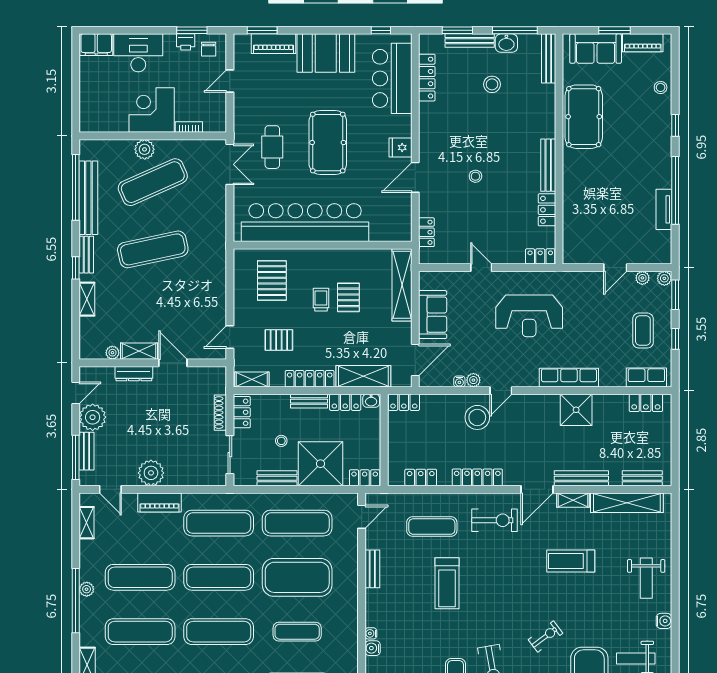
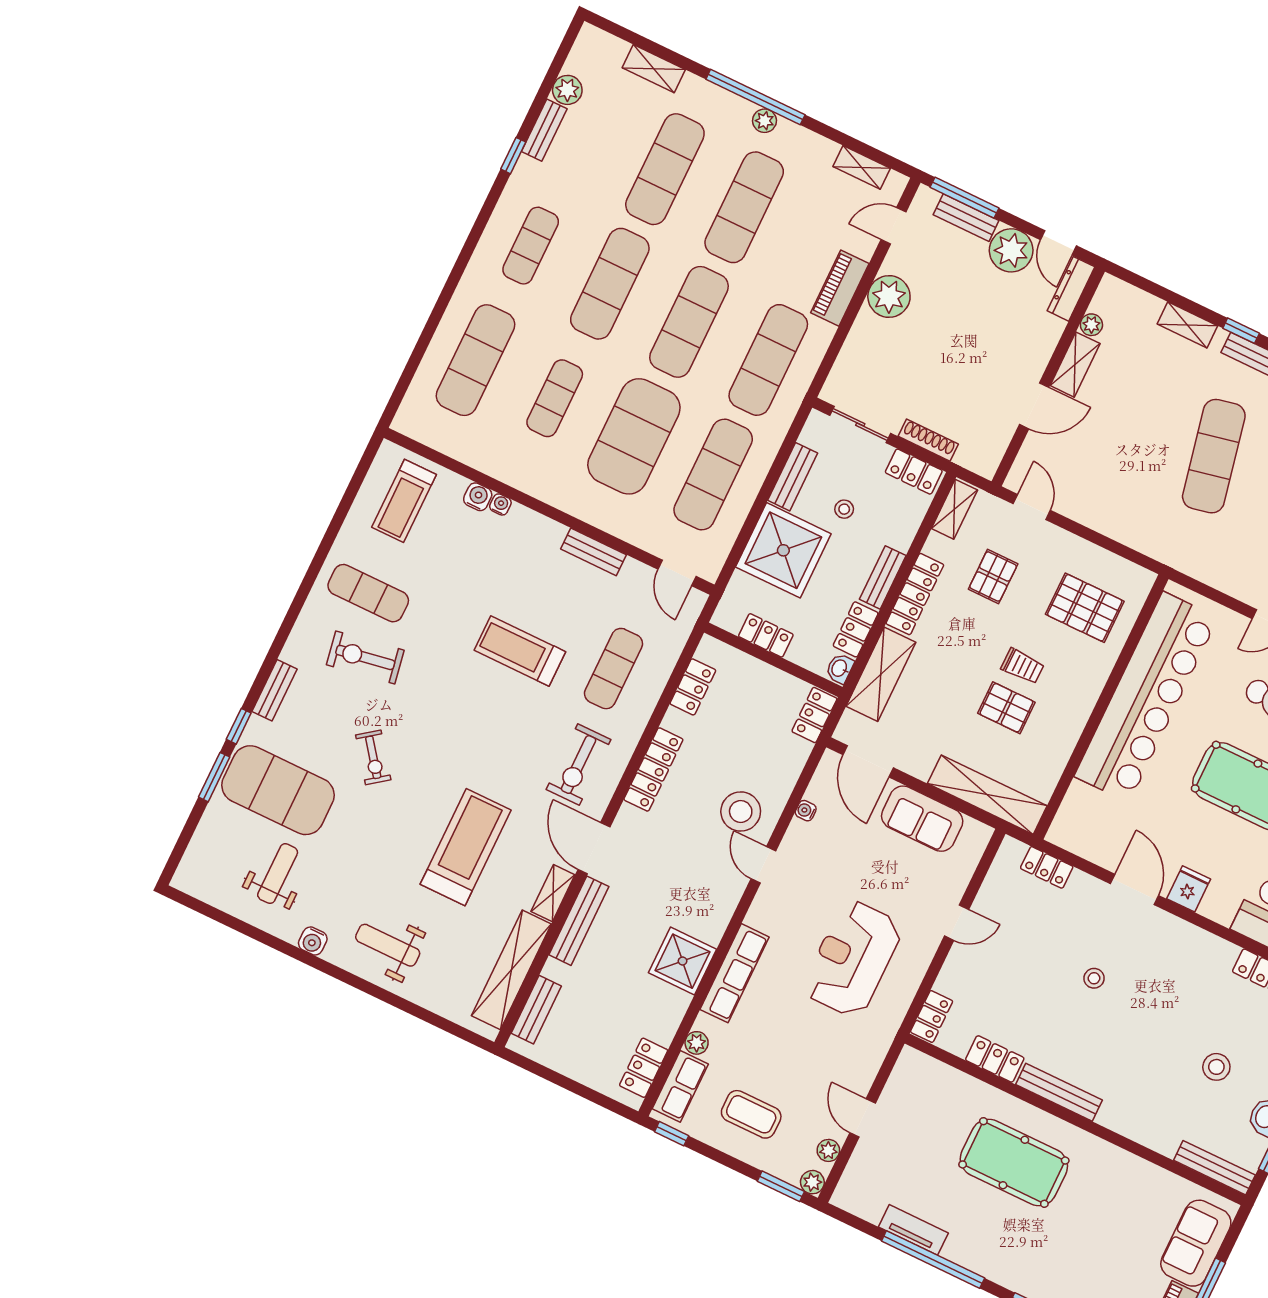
pool table: (584, 117) -> (1014, 1162), moved
window: (675, 339) -> (672, 1134), moved
dresser: (134, 374) -> (1071, 289), moved
plant: (473, 380) -> (697, 1043), moved
locker: (365, 478) -> (766, 635), moved, turned -90
treadmill: (571, 561) -> (466, 847), width x1.37, depth x1.38

